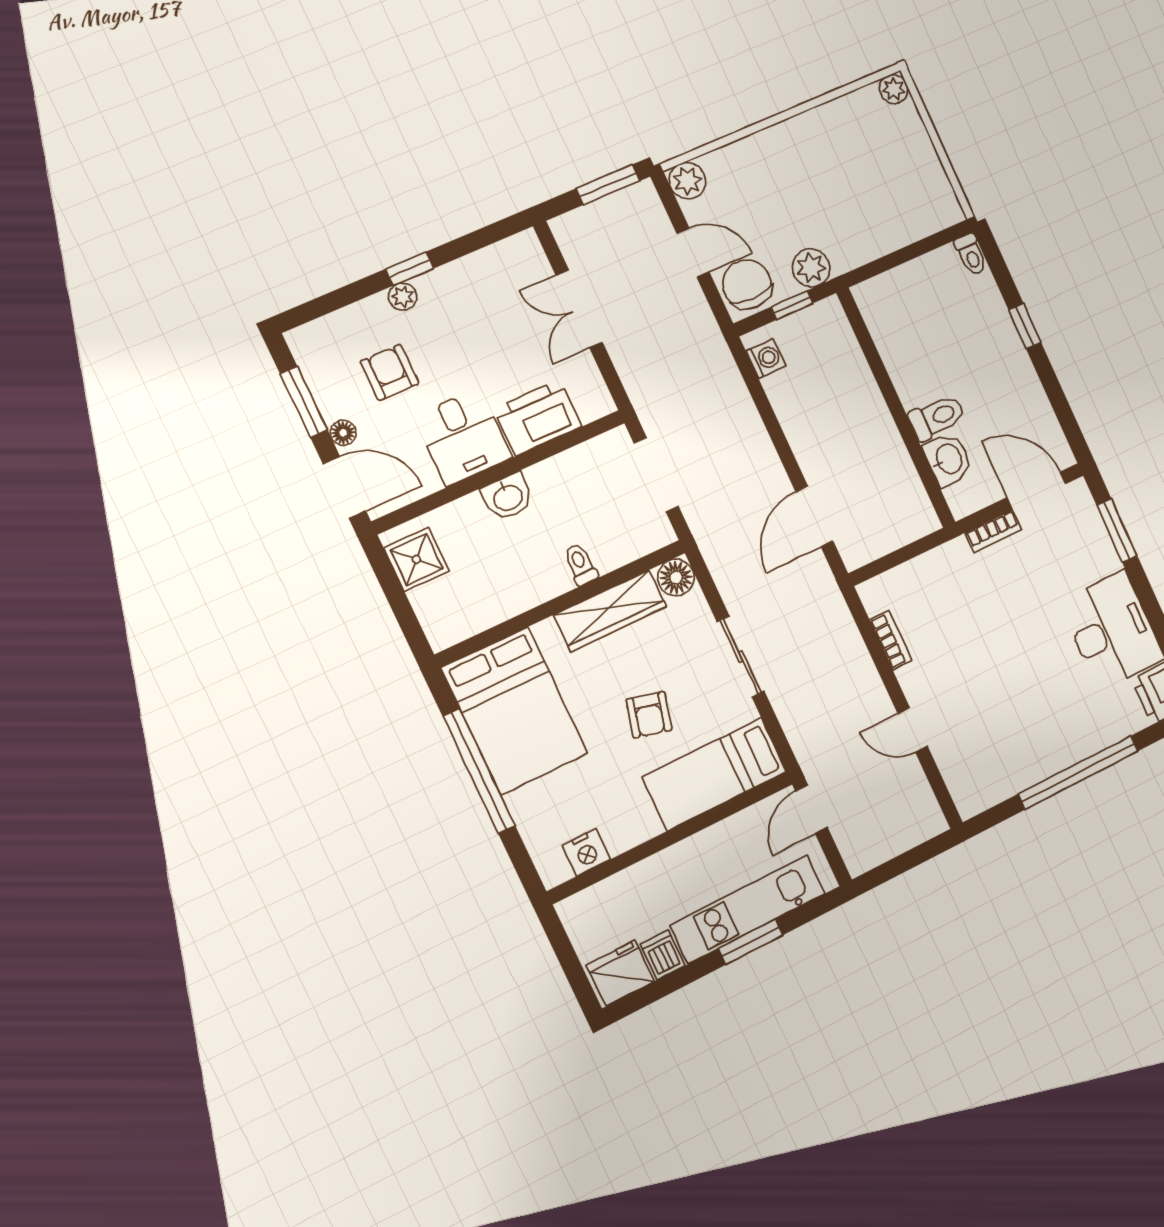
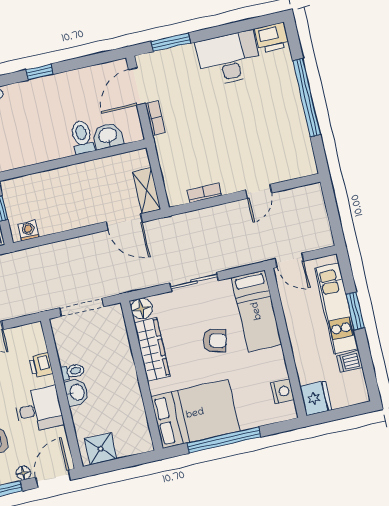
printer: (538, 418) -> (41, 365), width x0.53, depth x0.68
shelving: (874, 543) -> (147, 191), added
toilet: (580, 565) -> (72, 372), moved, turned 180
fridge: (620, 973) -> (316, 398), moved, turned 180

